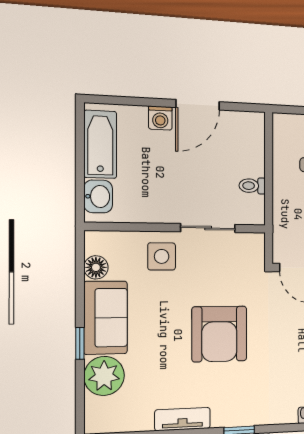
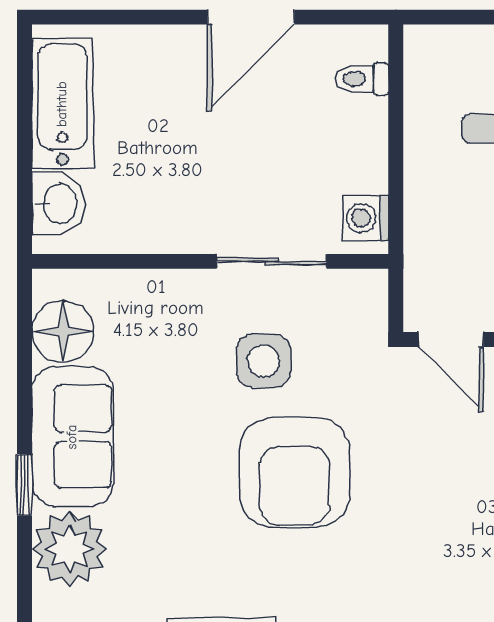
washing machine: (160, 118) -> (366, 218), moved, turned 90
toilet: (252, 186) -> (362, 79), moved
side table: (162, 256) -> (264, 361), moved
floor lamp: (96, 267) -> (63, 332), width x1.38, depth x1.38

